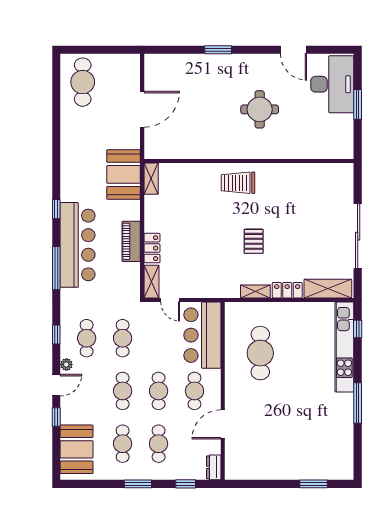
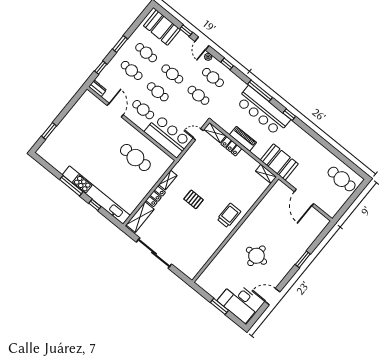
window: (358, 329) -> (95, 205), moved
kitchen unit: (344, 347) -> (96, 195), width x1.36

